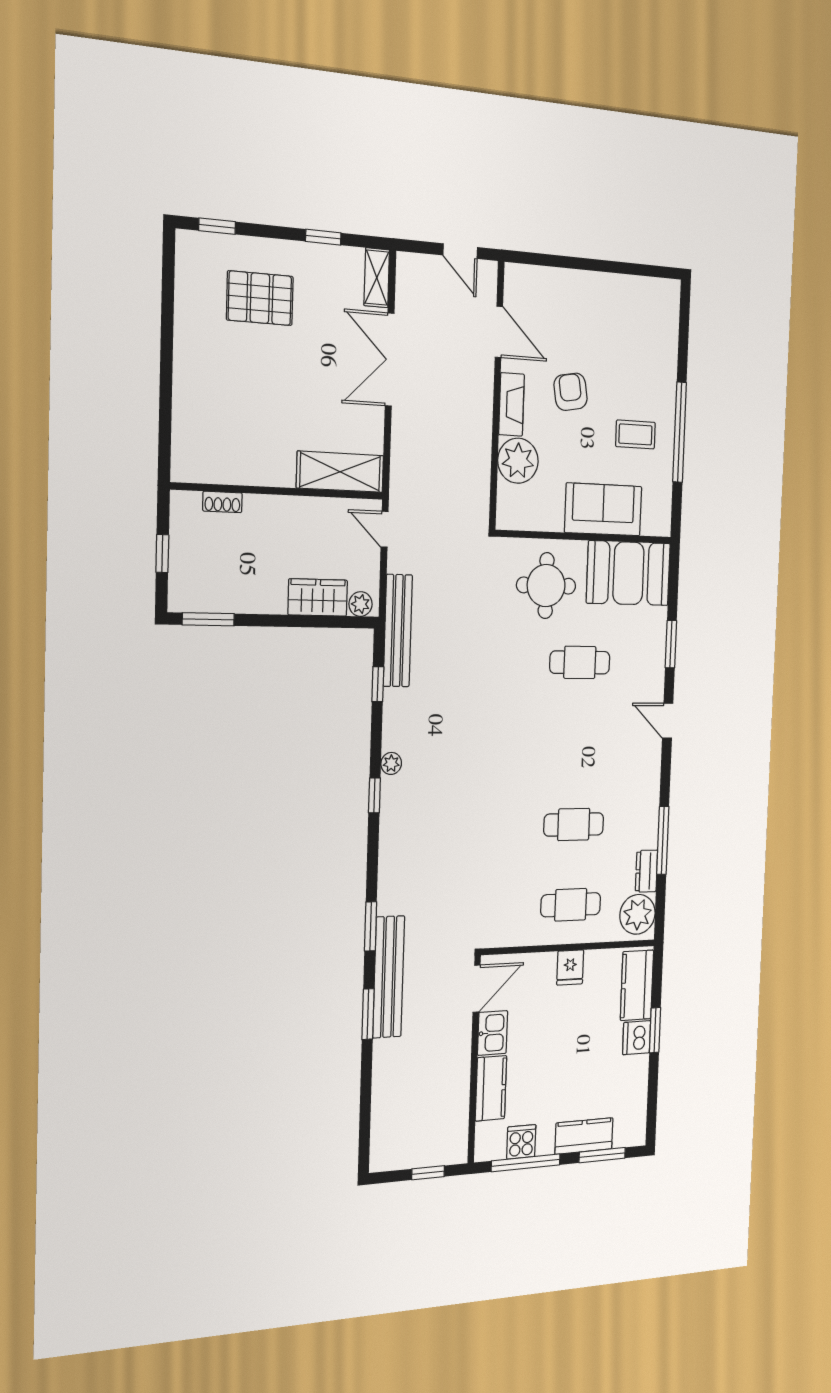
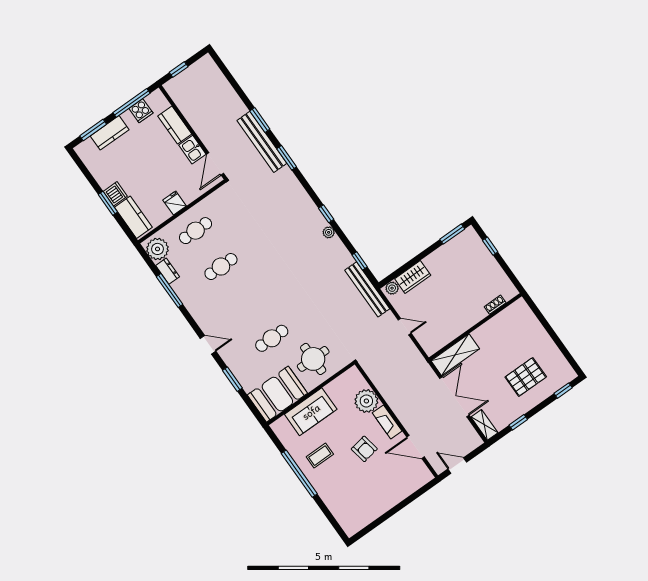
shelving: (340, 472) -> (455, 355), moved
wall: (278, 491) -> (475, 327), moved
shoe rack: (222, 502) -> (495, 305), moved

